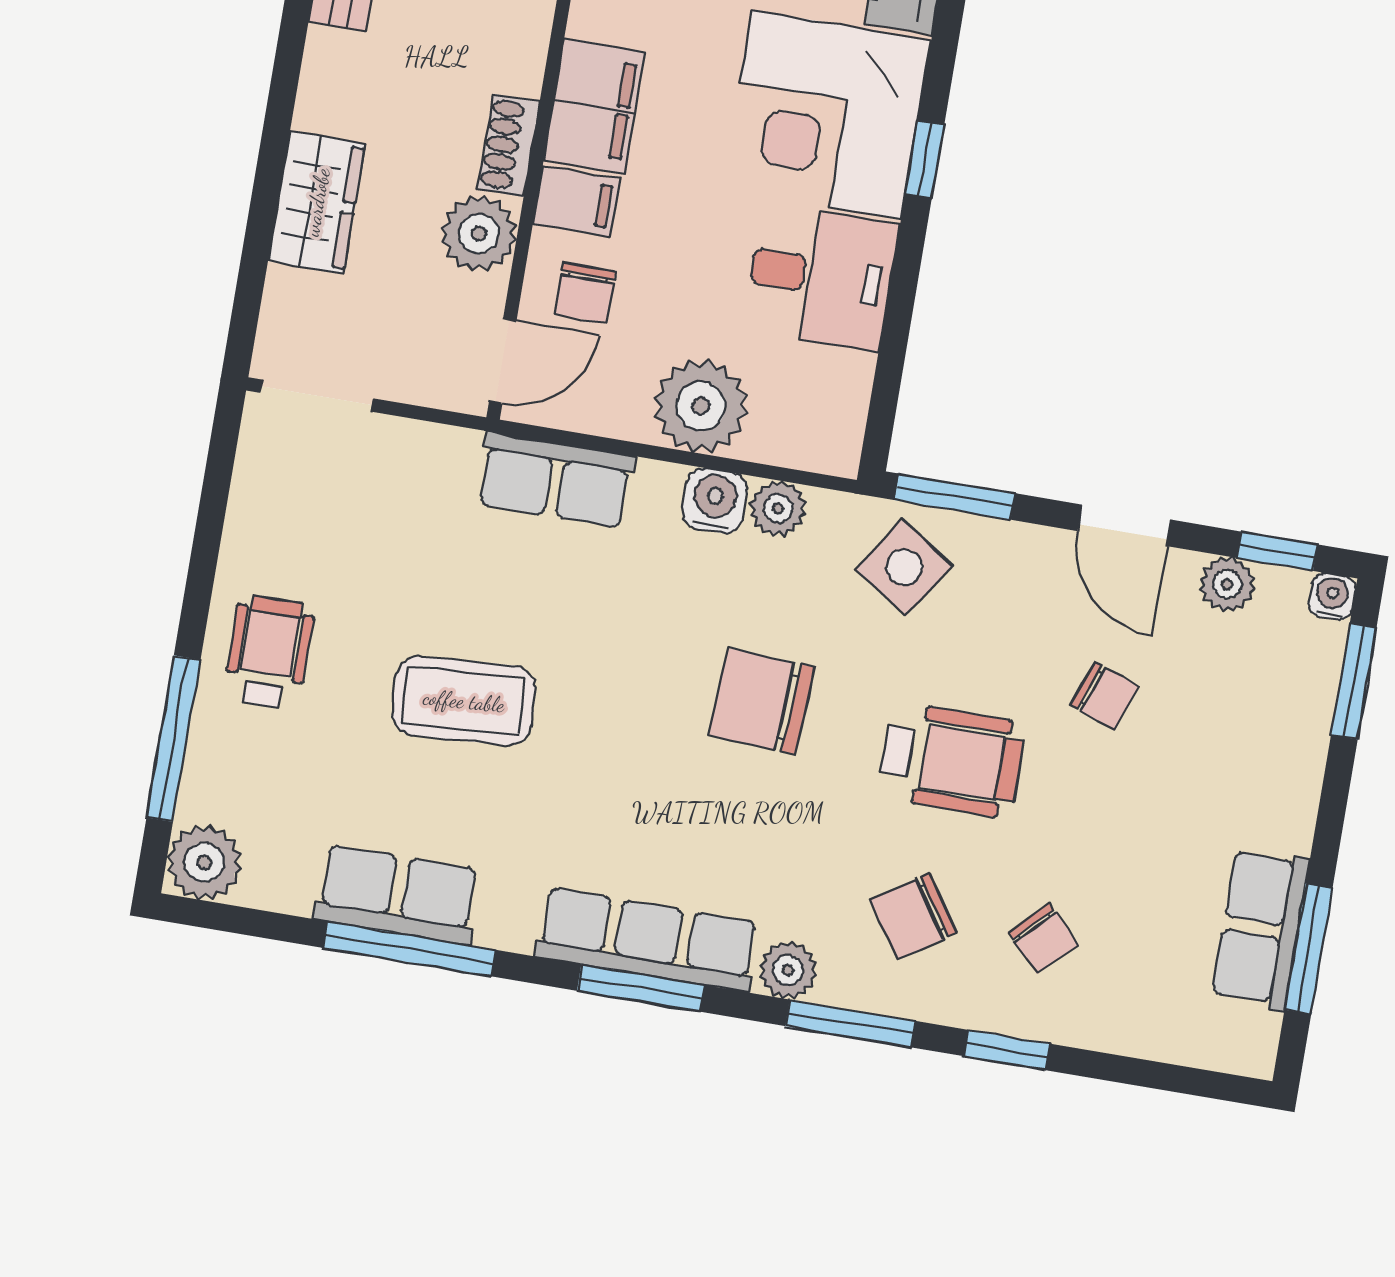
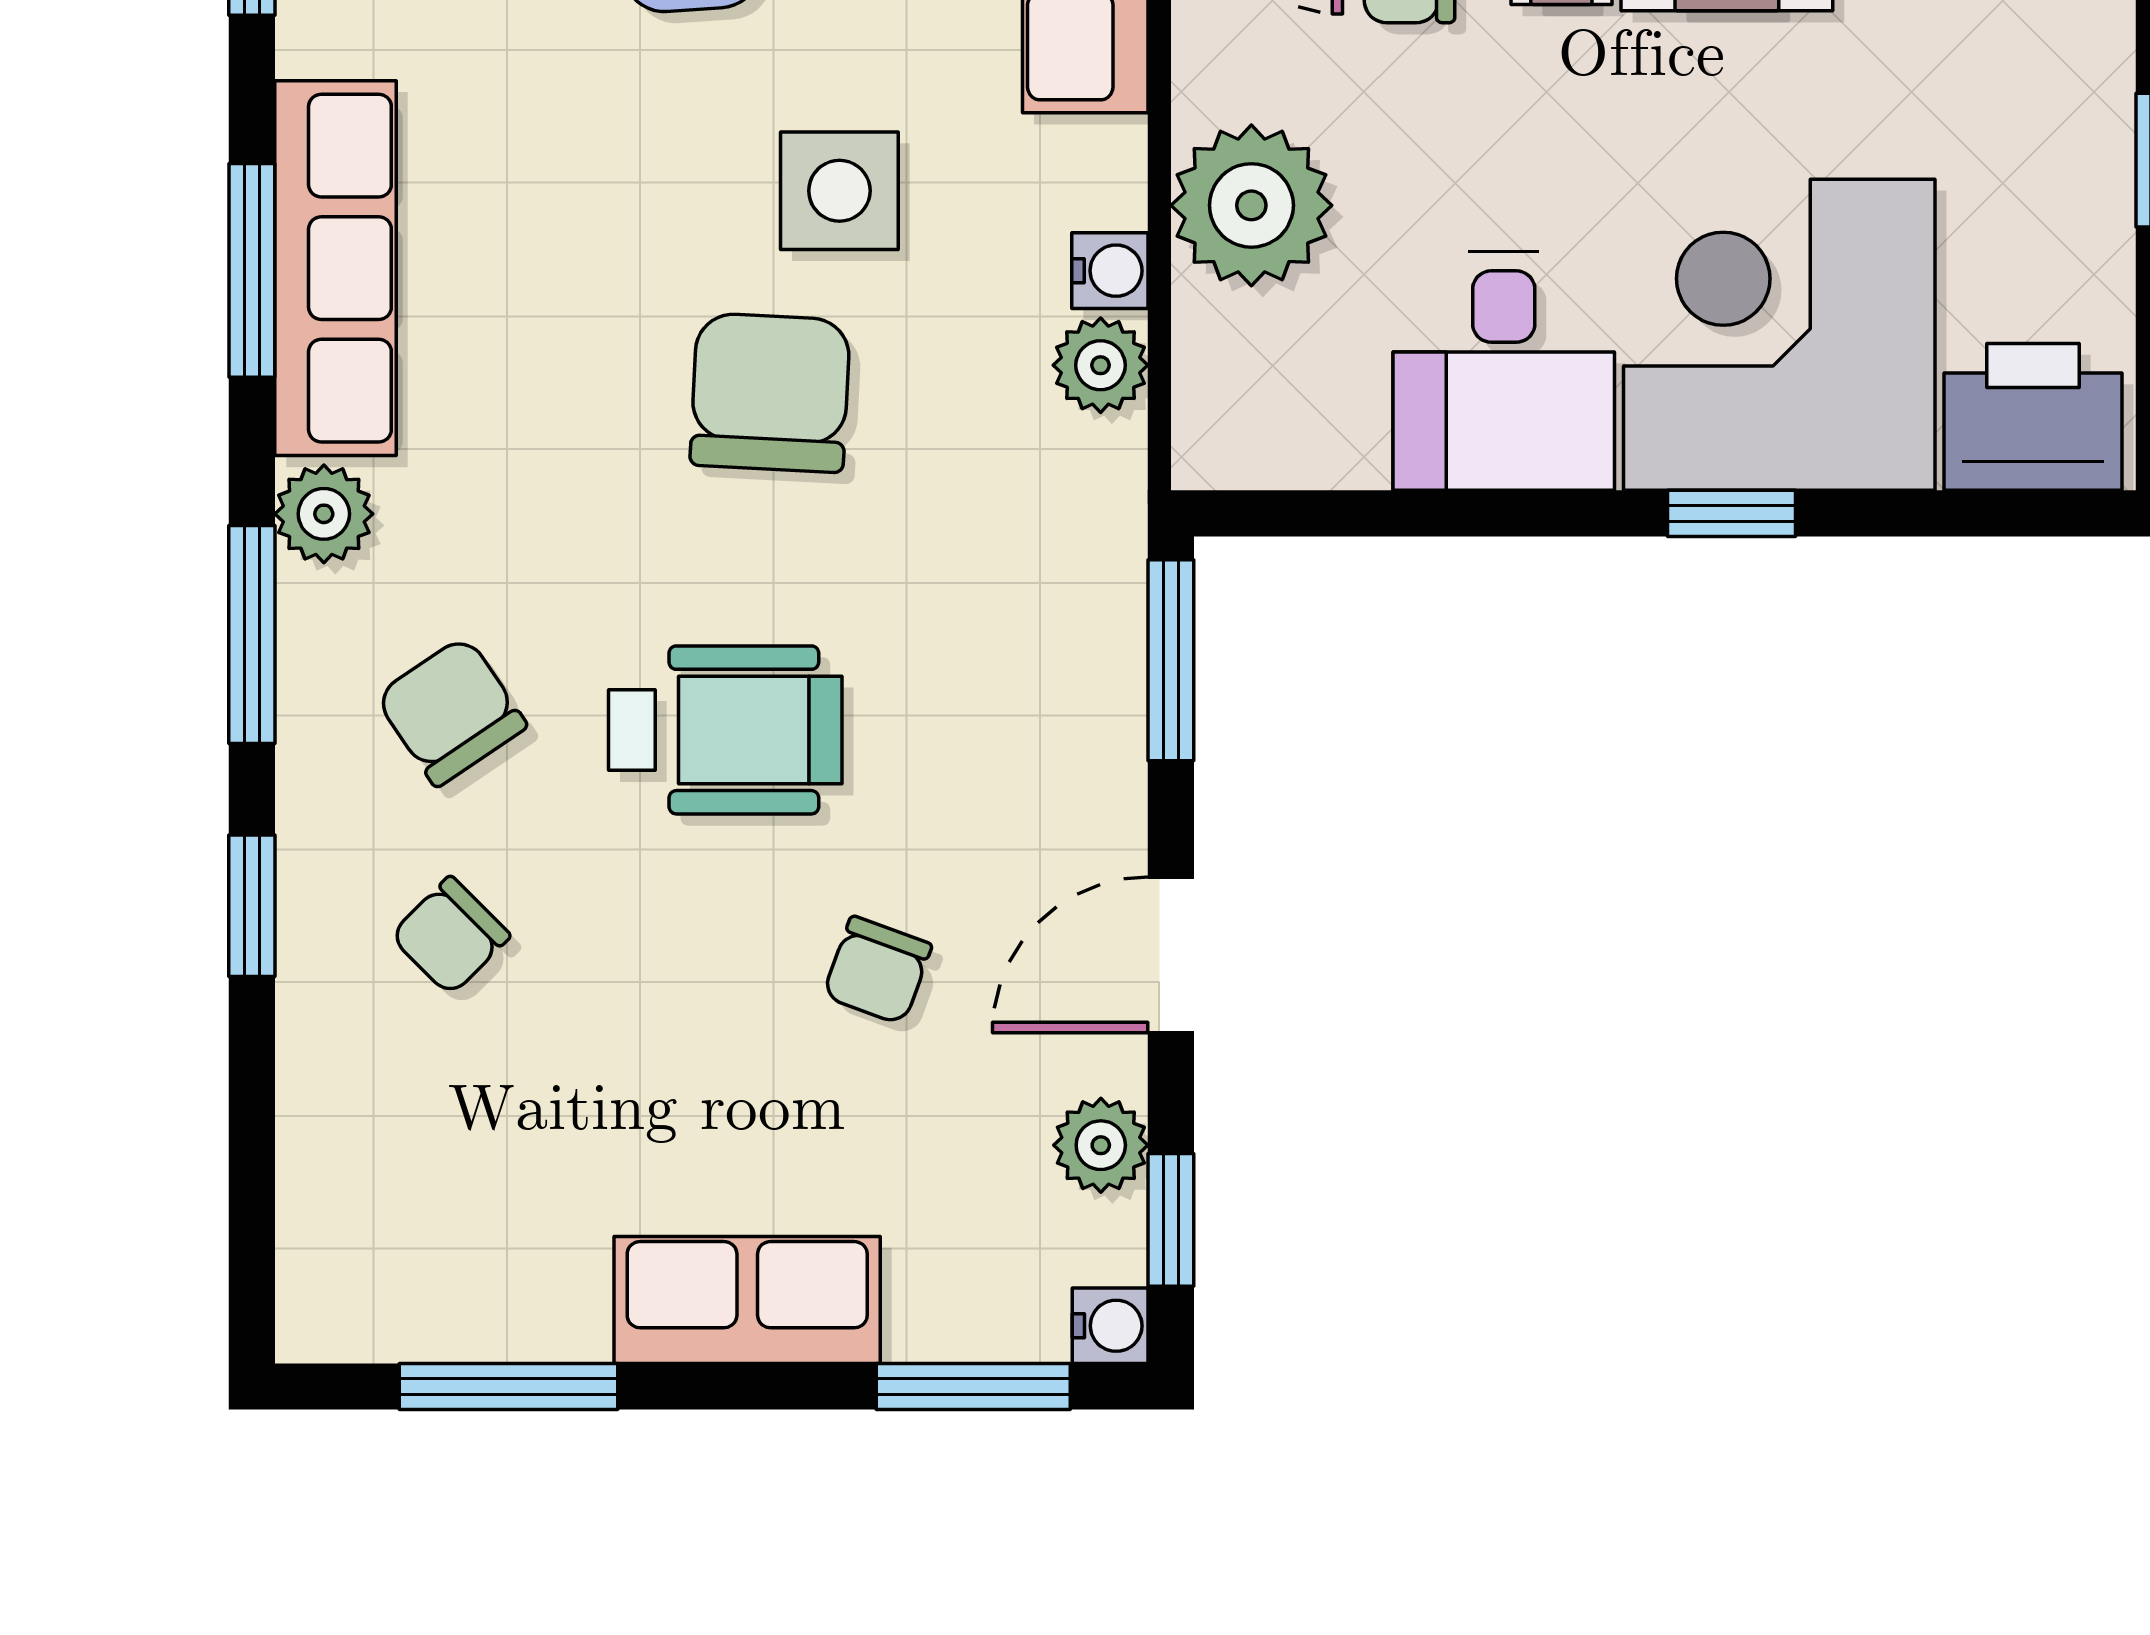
water cooler: (715, 501) -> (1110, 271), width x0.72, depth x0.72
side table: (904, 567) -> (839, 191), moved, turned -33
wheelchair: (951, 760) -> (725, 730), turned -90
row of seats: (1261, 929) -> (747, 1300), moved

